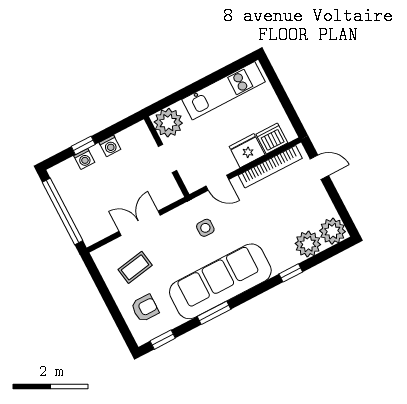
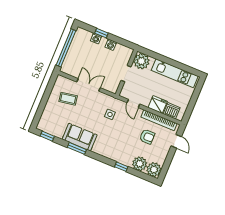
sofa: (220, 281) -> (80, 137), width x0.54, depth x0.79
armchair: (145, 308) -> (147, 137), moved

